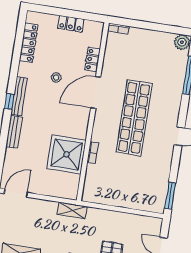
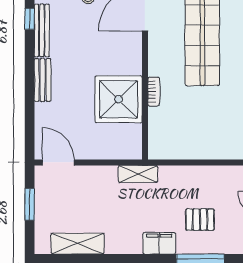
window: (9, 102) -> (30, 19), moved
door: (16, 193) -> (58, 162), hinge flipped

